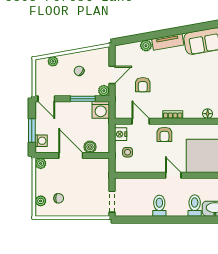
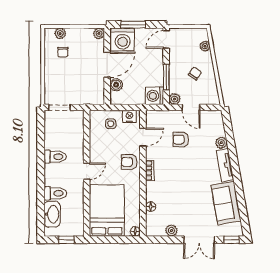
washing machine: (41, 141) -> (123, 39), width x1.89, depth x1.89

